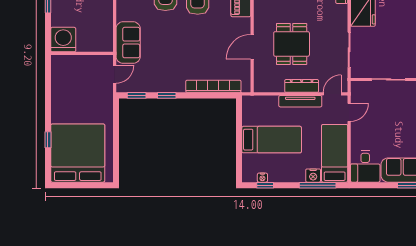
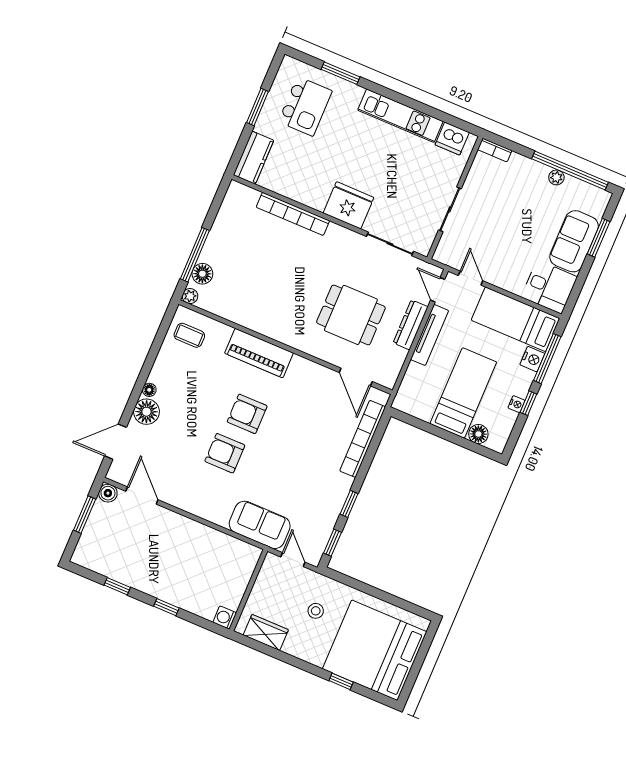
washing machine: (63, 40) -> (225, 618), width x0.53, depth x0.53
door: (252, 47) -> (356, 377), moved
wardrobe: (59, 77) -> (266, 633), added
stool: (87, 103) -> (316, 611), added
floor lamp: (249, 161) -> (478, 434), added
nightstand: (262, 178) -> (516, 404), moved
window: (265, 185) -> (528, 403), moved

